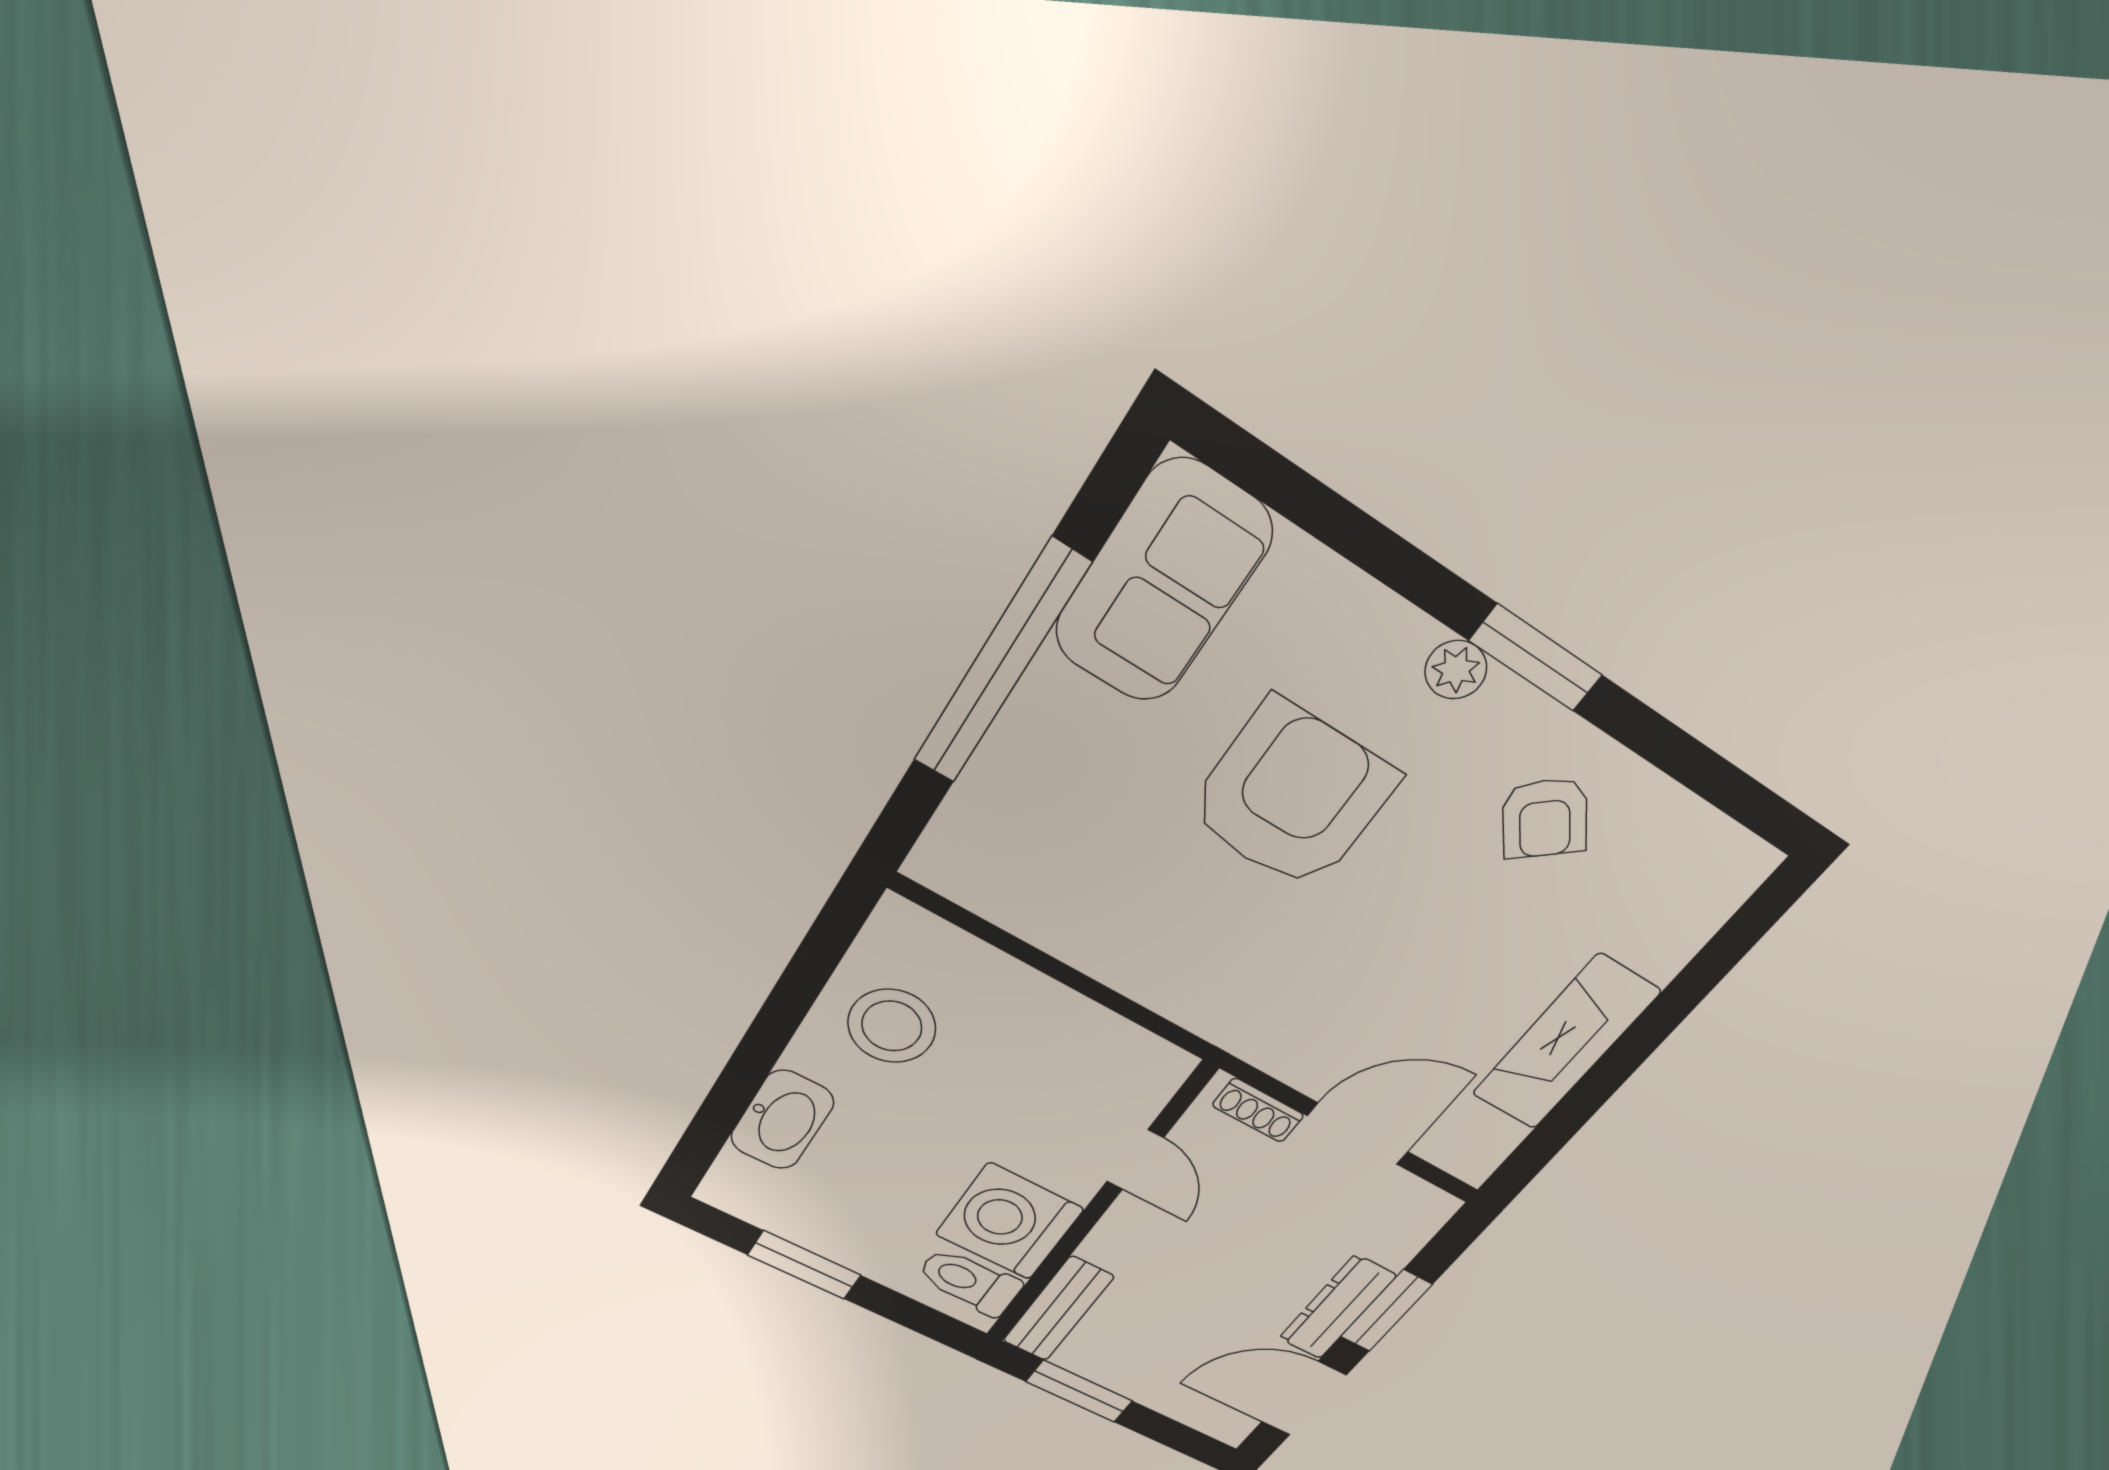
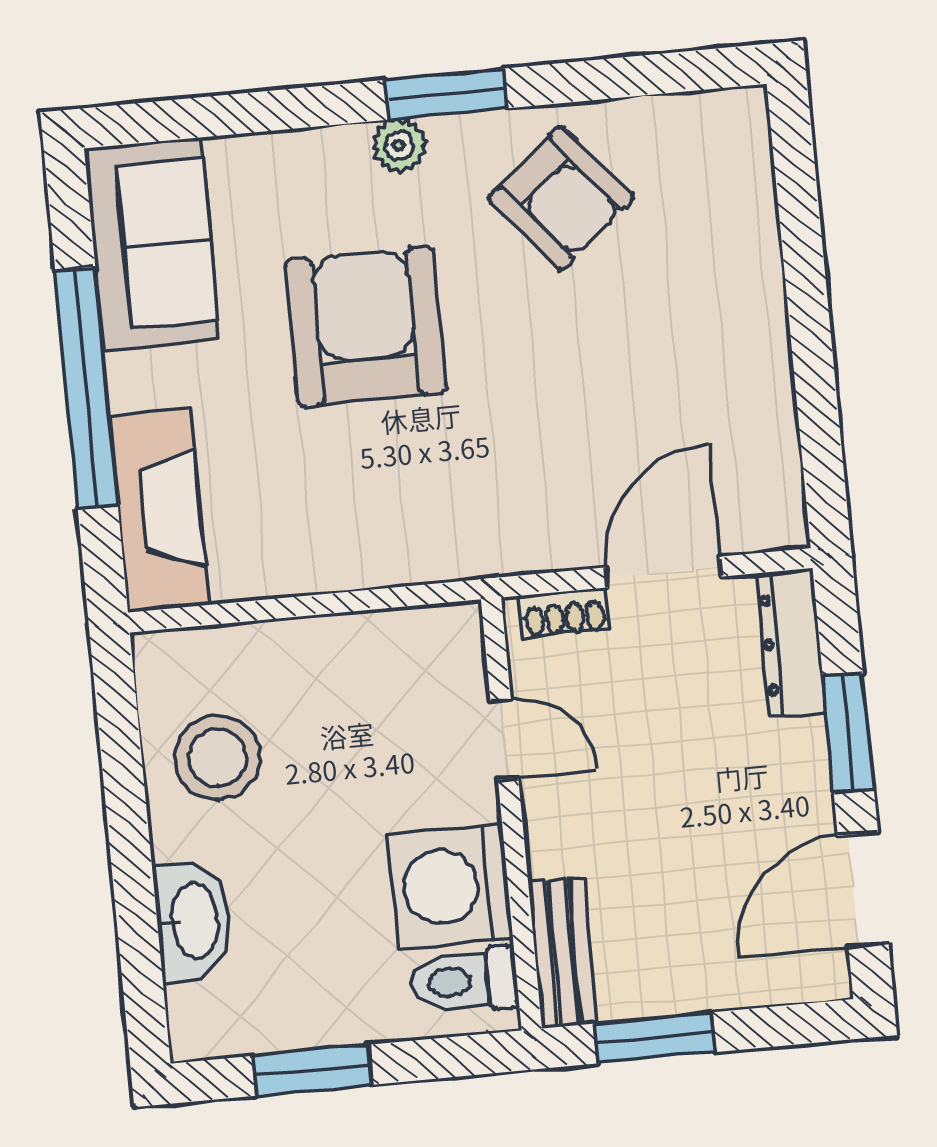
armchair: (1545, 818) -> (561, 198), width x1.38, depth x1.38
fireplace: (1566, 1043) -> (159, 510), moved, turned 180
dresser: (1337, 1307) -> (791, 643), moved

